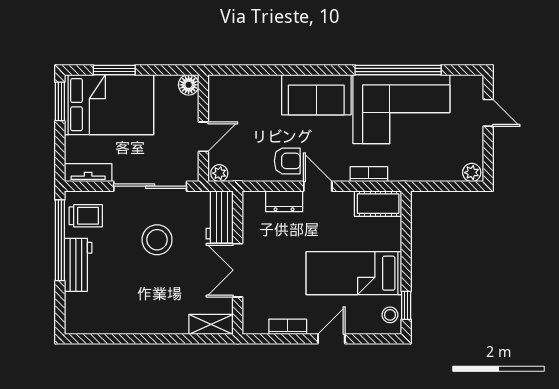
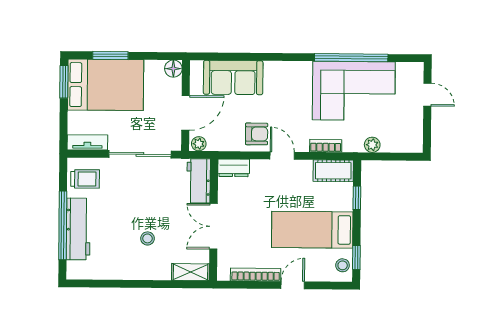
sofa: (316, 95) -> (233, 77), moved
door: (203, 137) -> (186, 113), width x1.37
plant: (472, 173) -> (372, 145), moved
dresser: (284, 201) -> (234, 168), moved
window: (406, 235) -> (357, 198), added
window: (60, 240) -> (63, 225), moved
stool: (157, 240) -> (148, 238), moved, width x0.53, depth x0.53
workbench: (78, 265) -> (78, 229), width x1.38
bookcase: (288, 327) -> (256, 275), width x1.56

